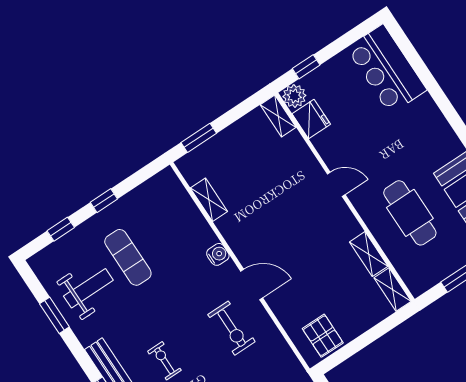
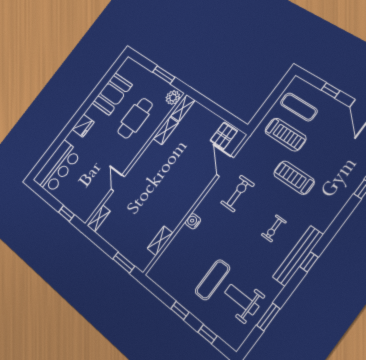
plant: (294, 96) -> (173, 98), moved
fridge: (311, 119) -> (83, 126), moved, turned 180
door: (336, 184) -> (118, 183), moved
door: (252, 284) -> (225, 166), moved

